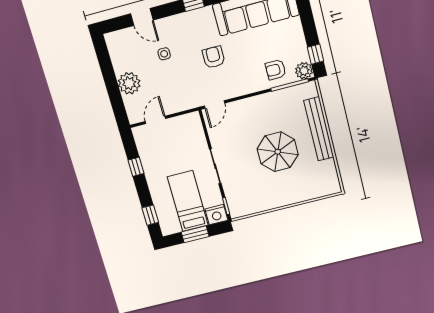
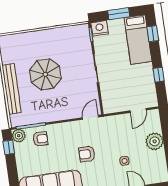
armchair: (214, 57) -> (87, 154), turned 90
bed: (188, 201) -> (138, 40), moved

